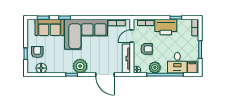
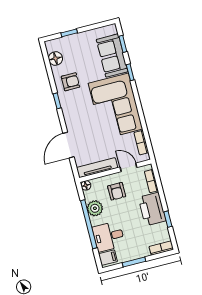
armchair: (37, 52) -> (70, 82), moved
plant: (80, 66) -> (71, 109), removed

